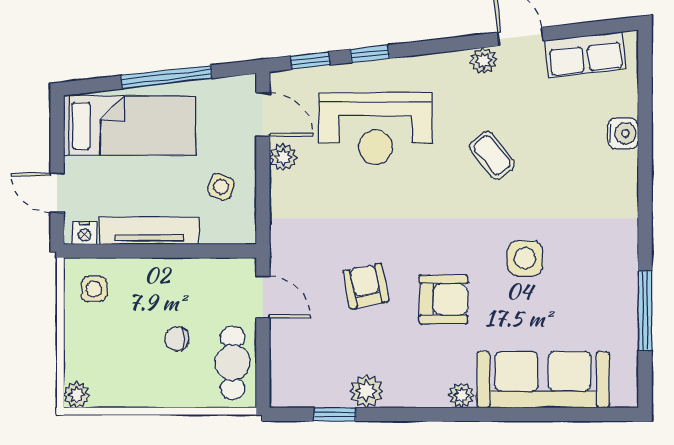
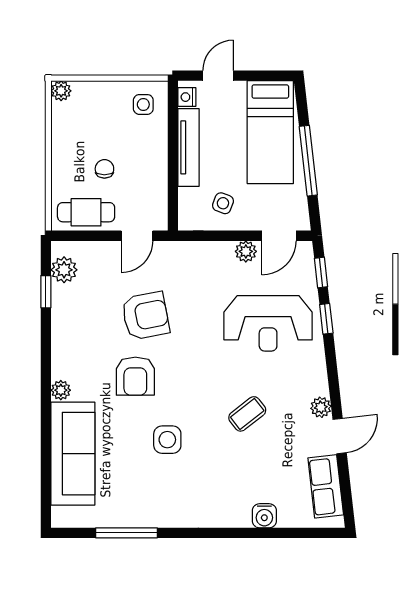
reception desk: (376, 129) -> (268, 323), turned -90
armchair: (366, 286) -> (145, 316), width x1.38, depth x1.38
plant: (366, 391) -> (64, 270), moved

